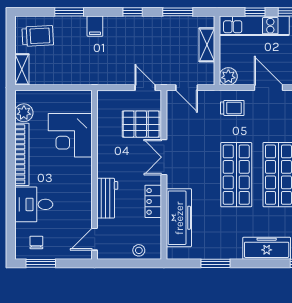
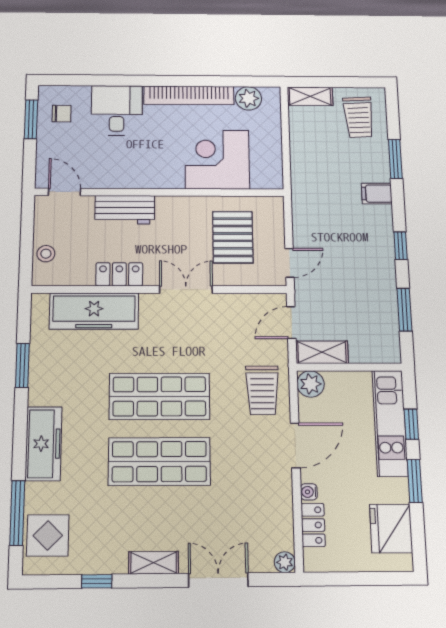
shelving: (207, 45) -> (322, 352), moved
trolley: (232, 108) -> (262, 390), width x1.36, depth x1.39
pallet: (141, 124) -> (233, 237), moved

